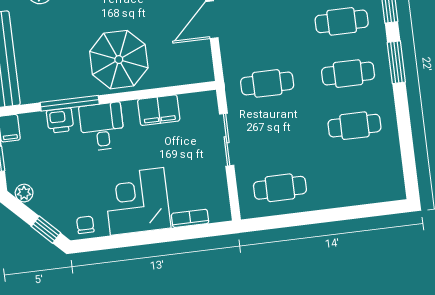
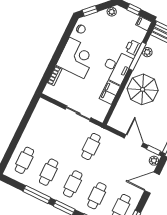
plant: (52, 92) -> (147, 52), added
window: (404, 121) -> (37, 194), added
desk: (102, 127) -> (117, 67), width x1.37
cafe table: (280, 188) -> (24, 160), moved

